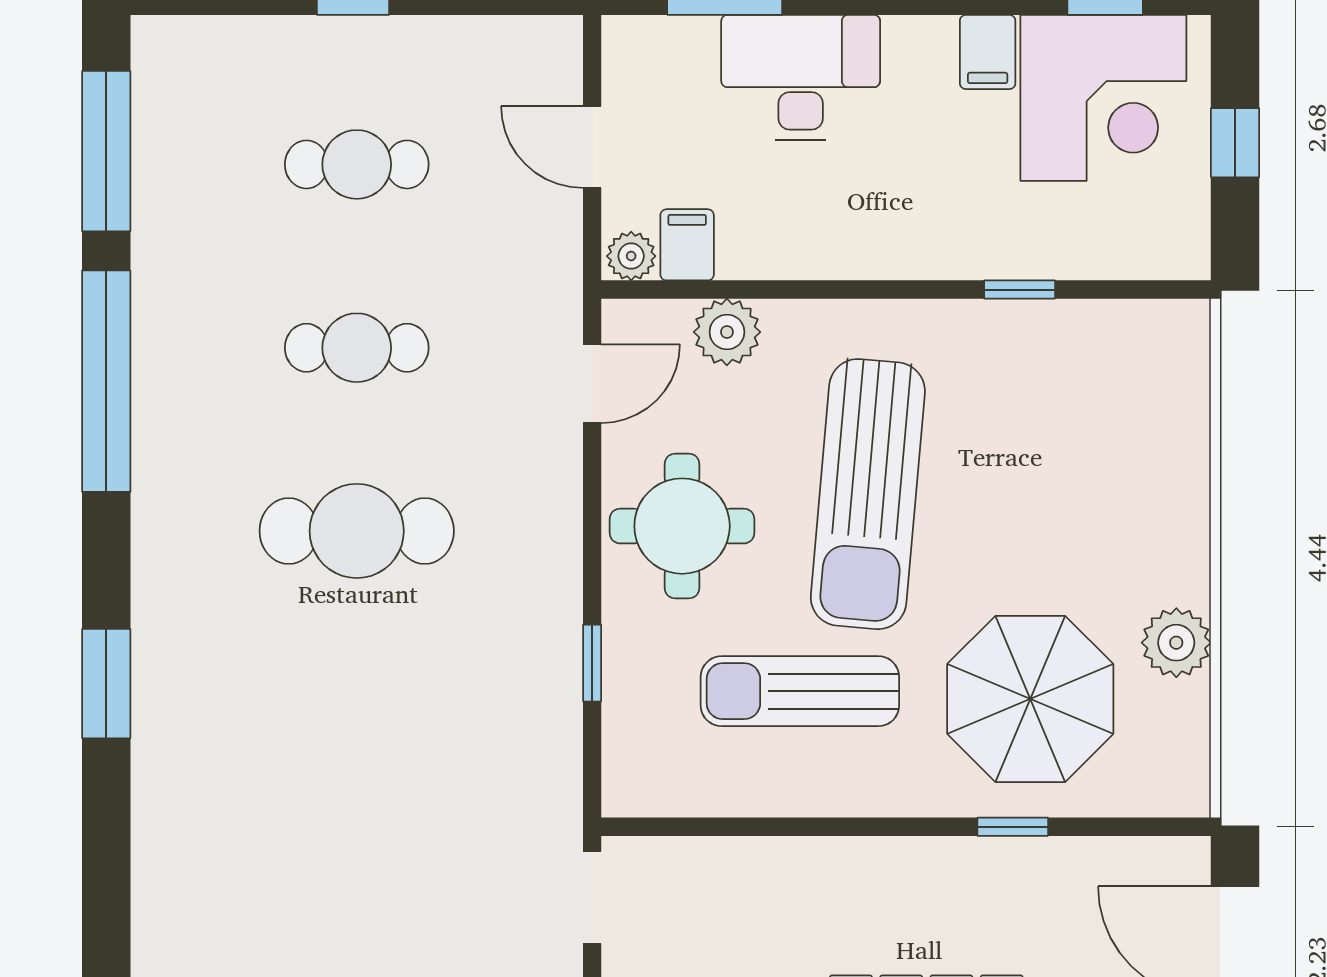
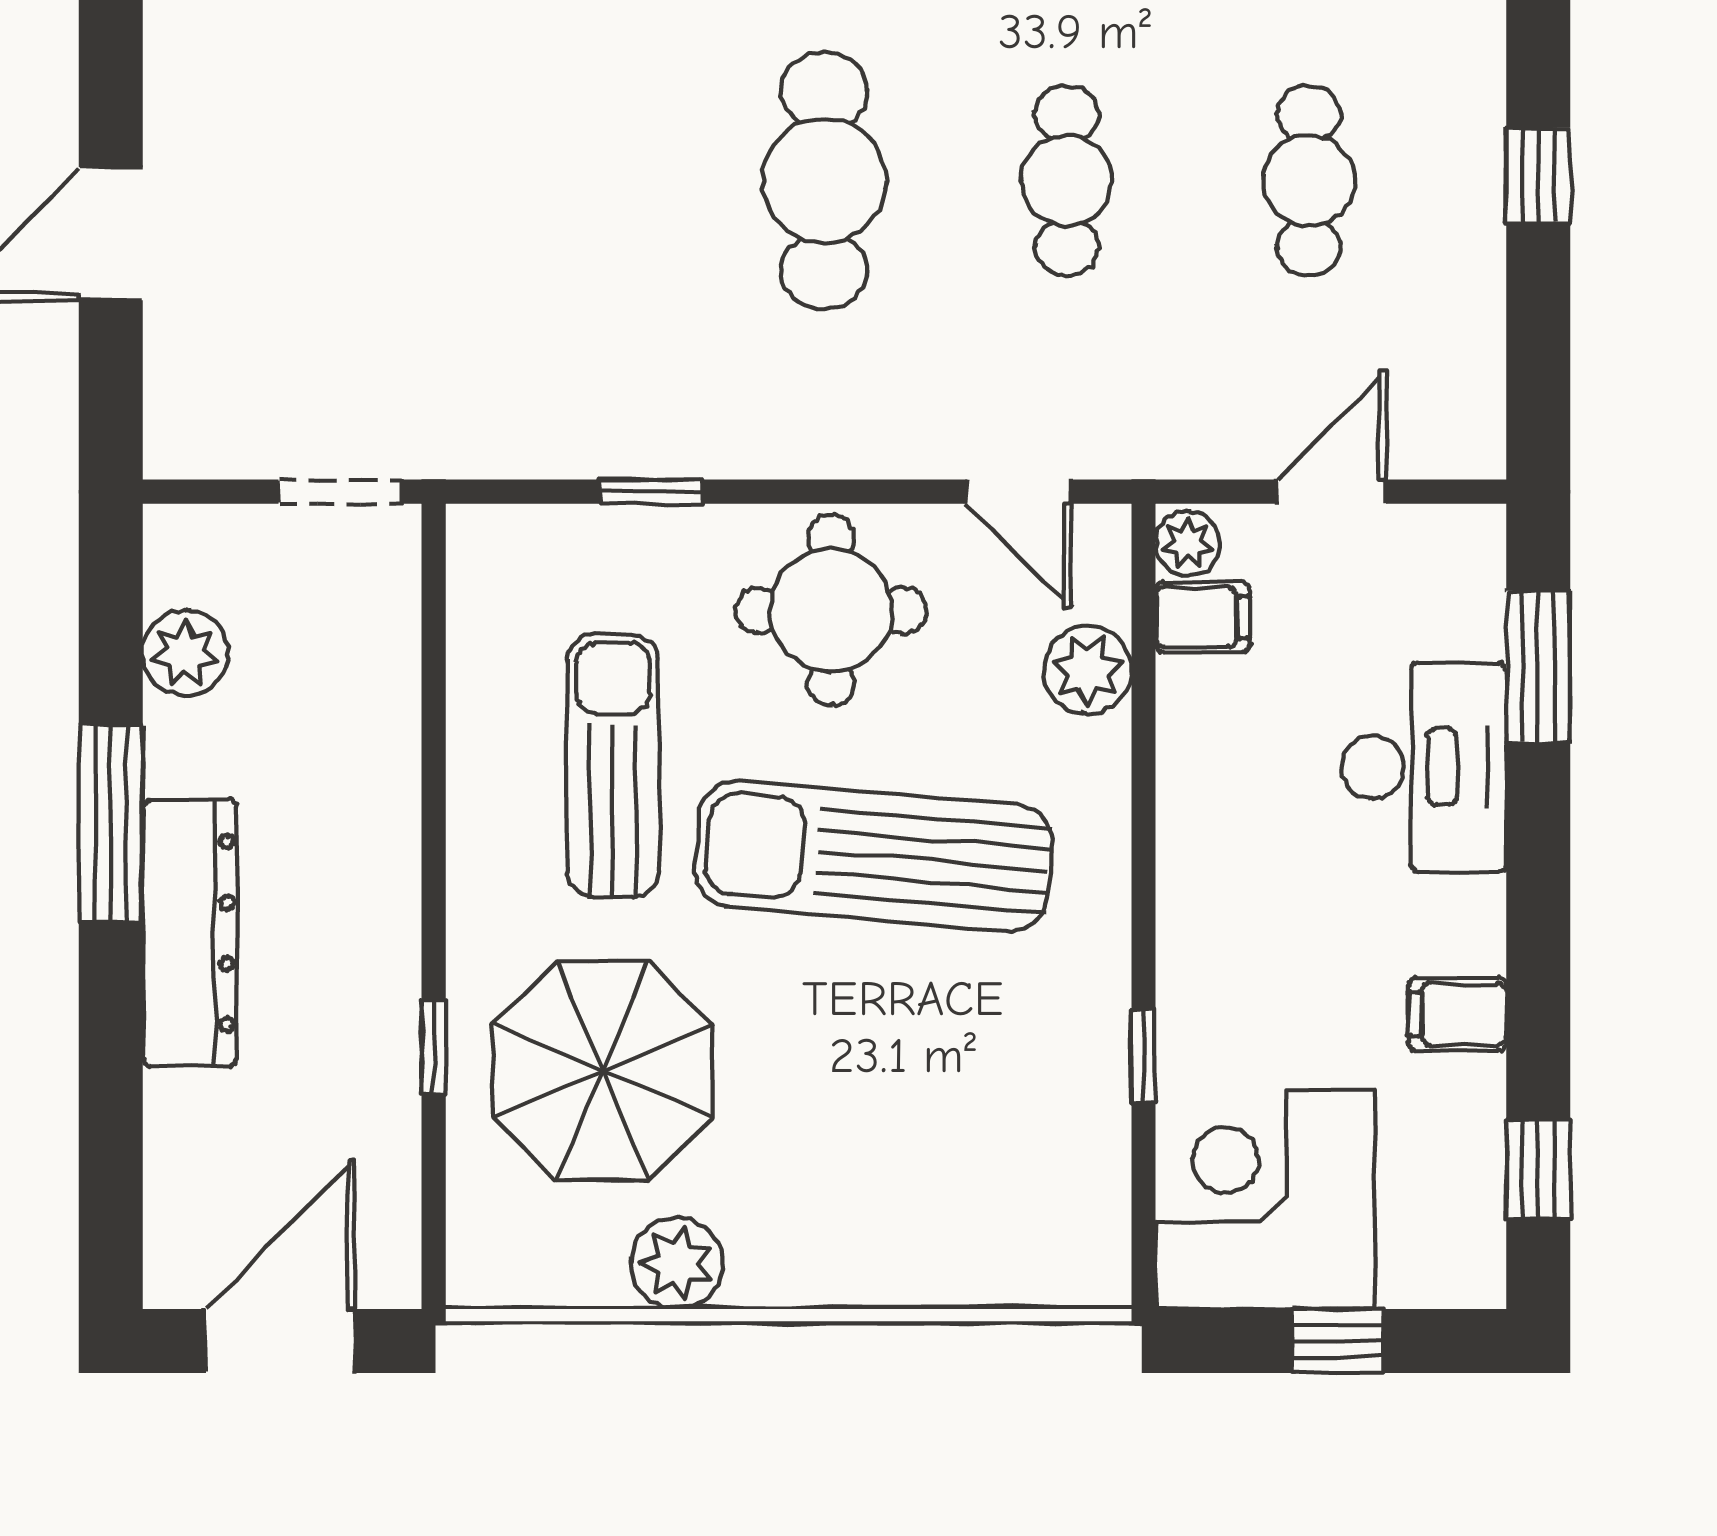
corner desk: (1103, 98) -> (1265, 1199), moved, turned 90

